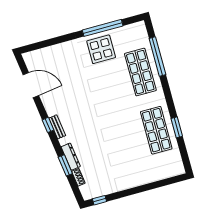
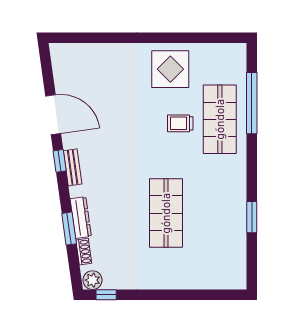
window: (103, 28) -> (181, 38), removed
trolley: (117, 81) -> (180, 123), added
door: (31, 85) -> (53, 115), moved
shop shelf: (156, 130) -> (166, 213), moved
plant: (89, 193) -> (92, 280), added

